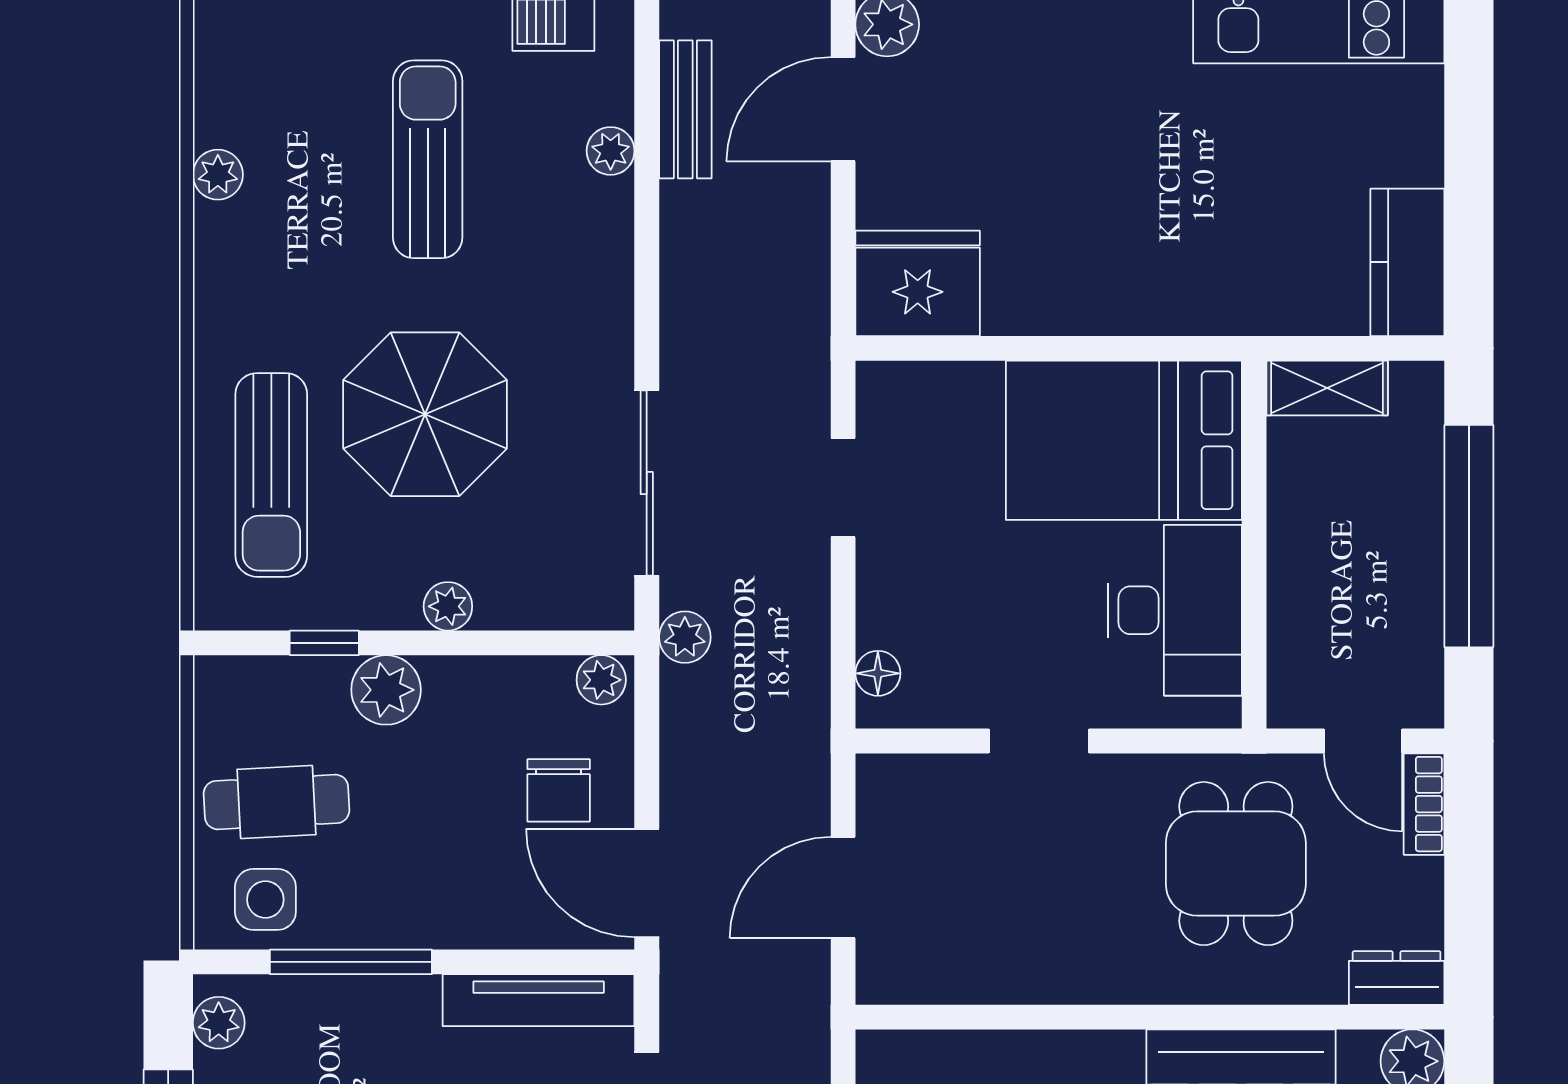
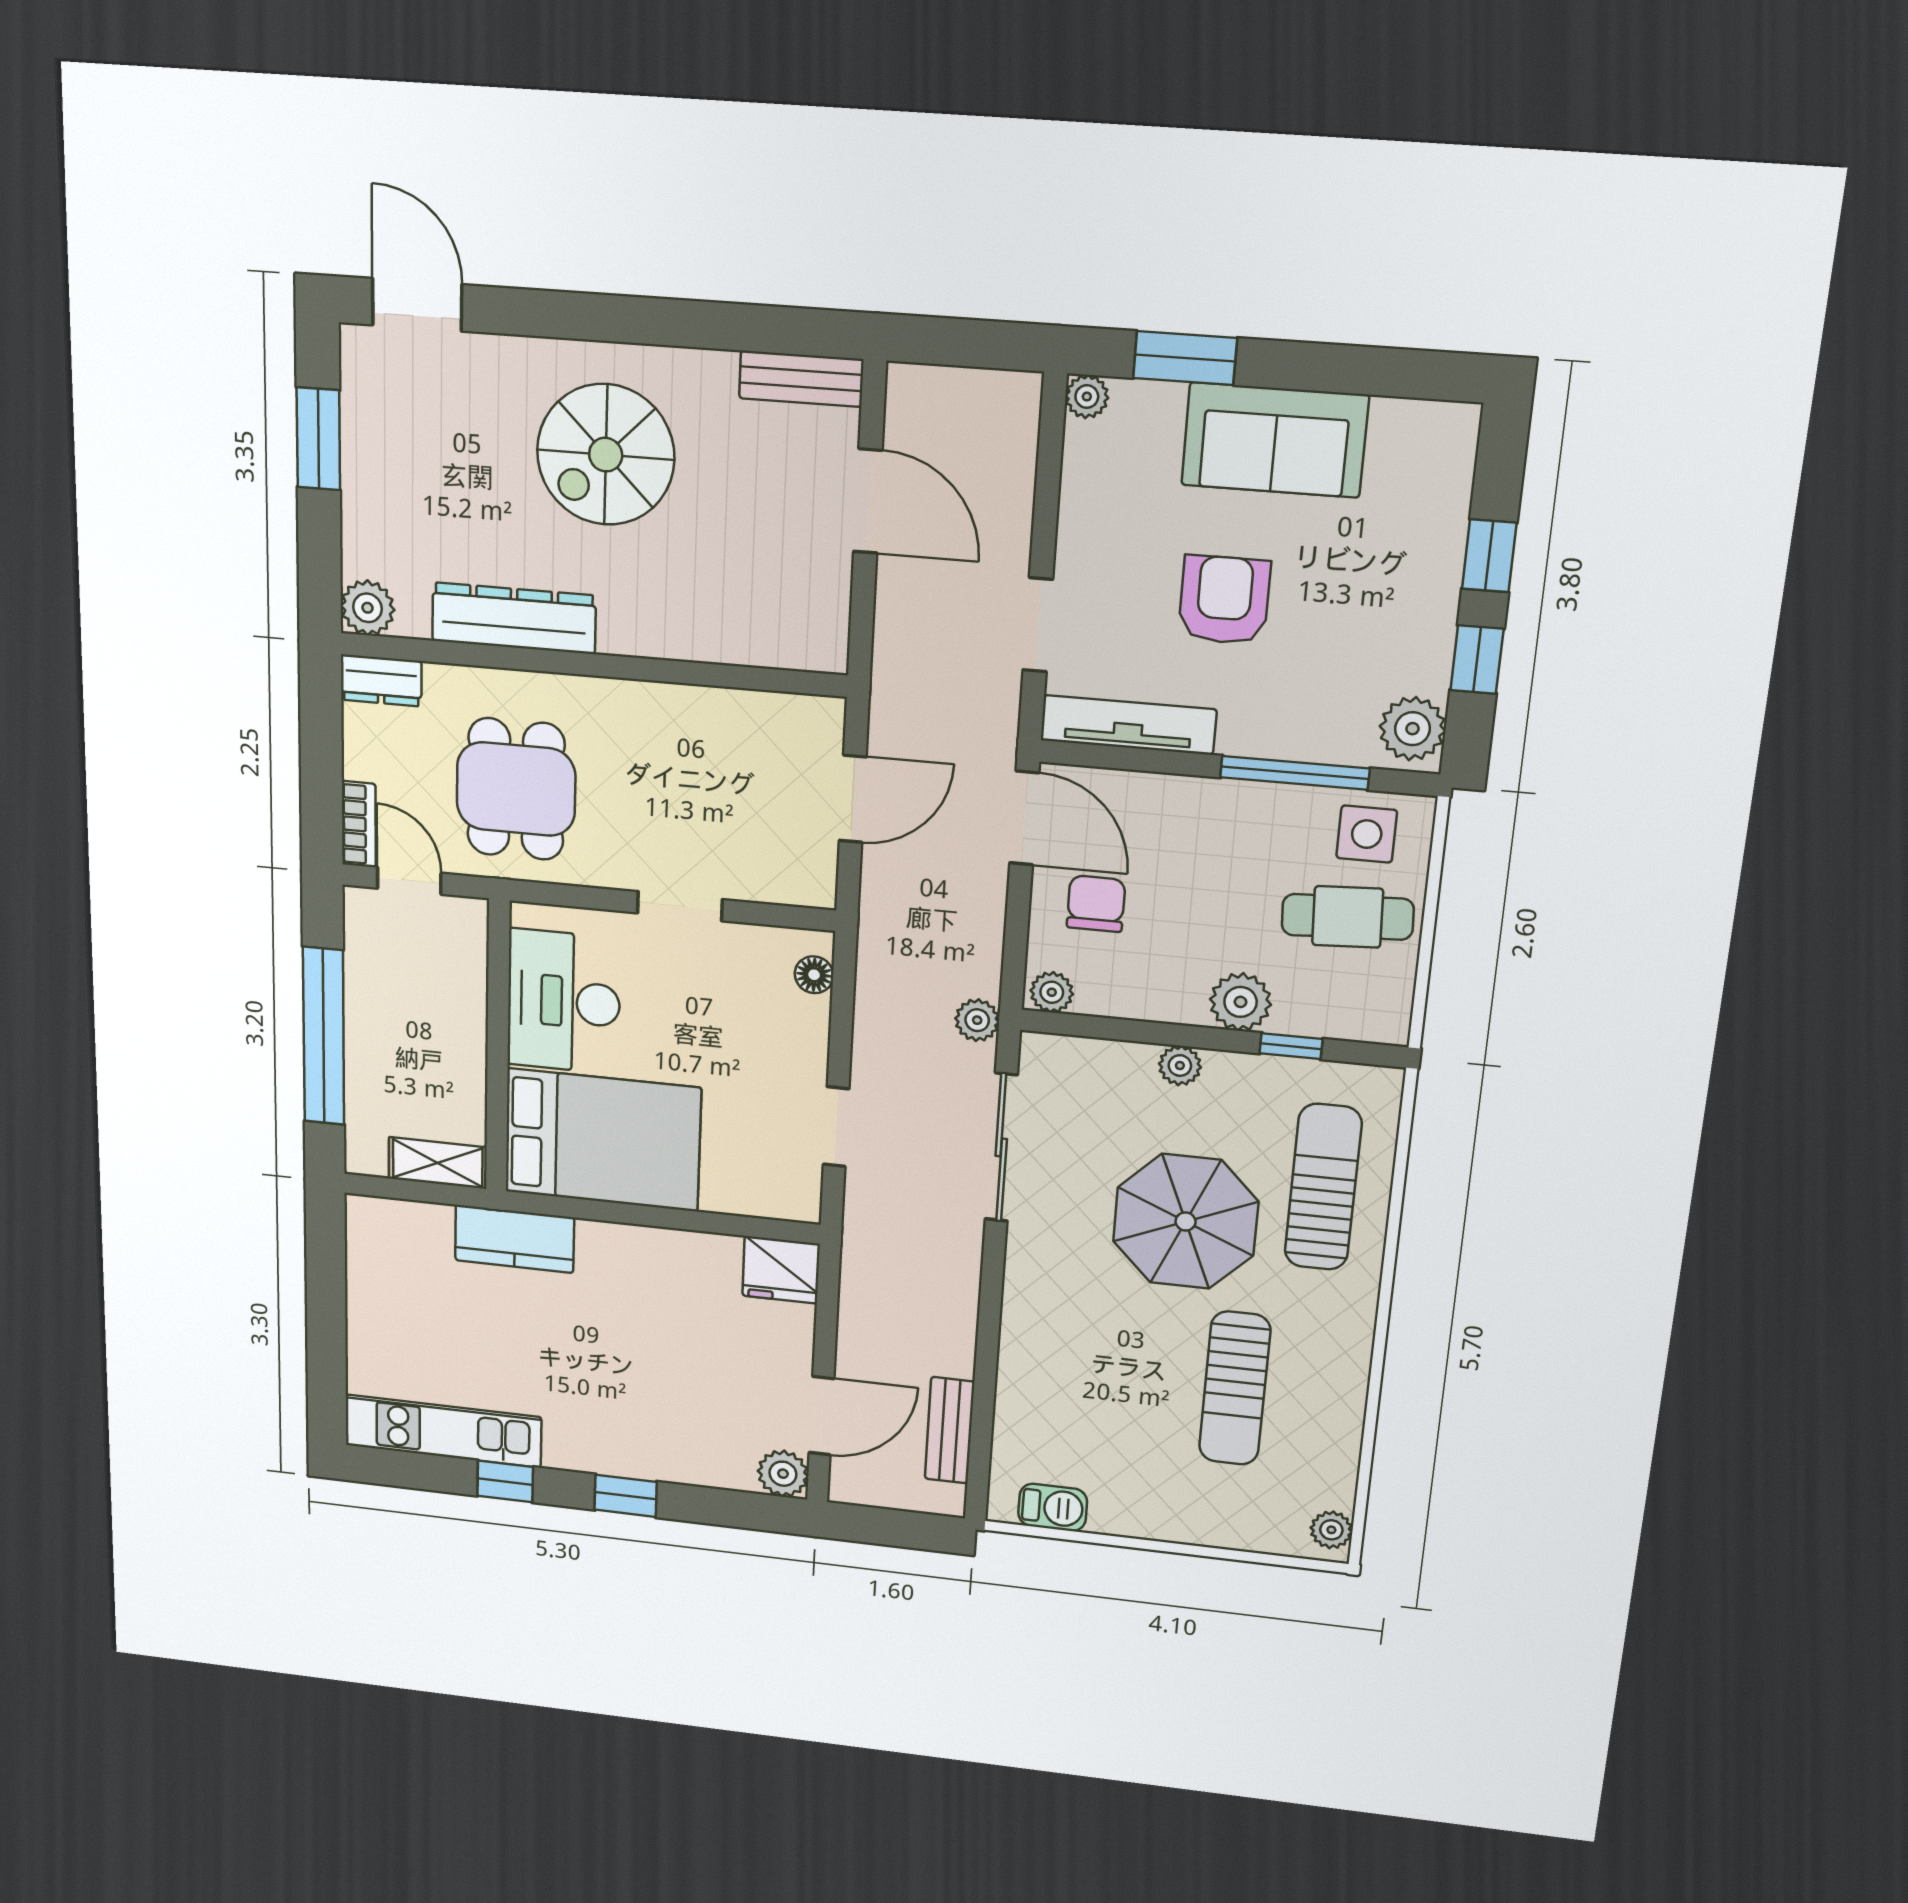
plant: (611, 151) -> (1013, 1406), removed
sun lounger: (428, 159) -> (1235, 1388), moved
plant: (218, 175) -> (1331, 1530), moved
kitchen counter: (1407, 262) -> (515, 1239), moved, turned 90
fridge: (918, 283) -> (781, 1270), width x0.73, depth x0.75
plant: (219, 1023) -> (1413, 729), width x1.38, depth x1.38

